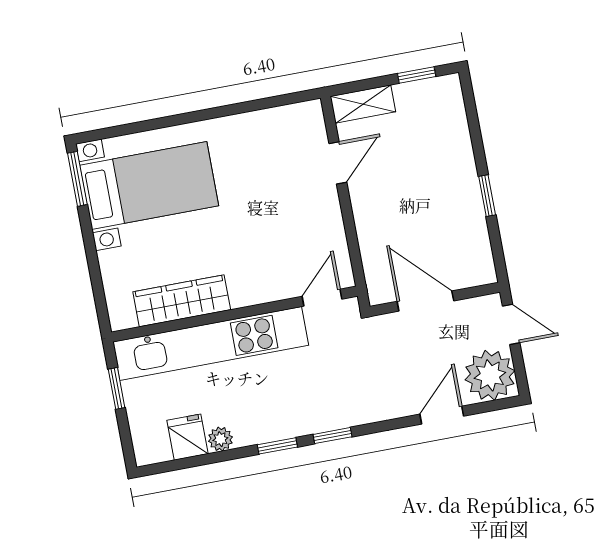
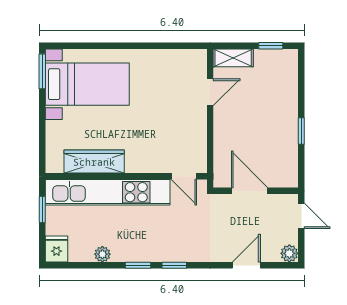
door: (322, 298) -> (184, 176), swing flipped
plant: (490, 375) -> (289, 253), width x0.53, depth x0.53
fridge: (187, 437) -> (56, 249), moved

